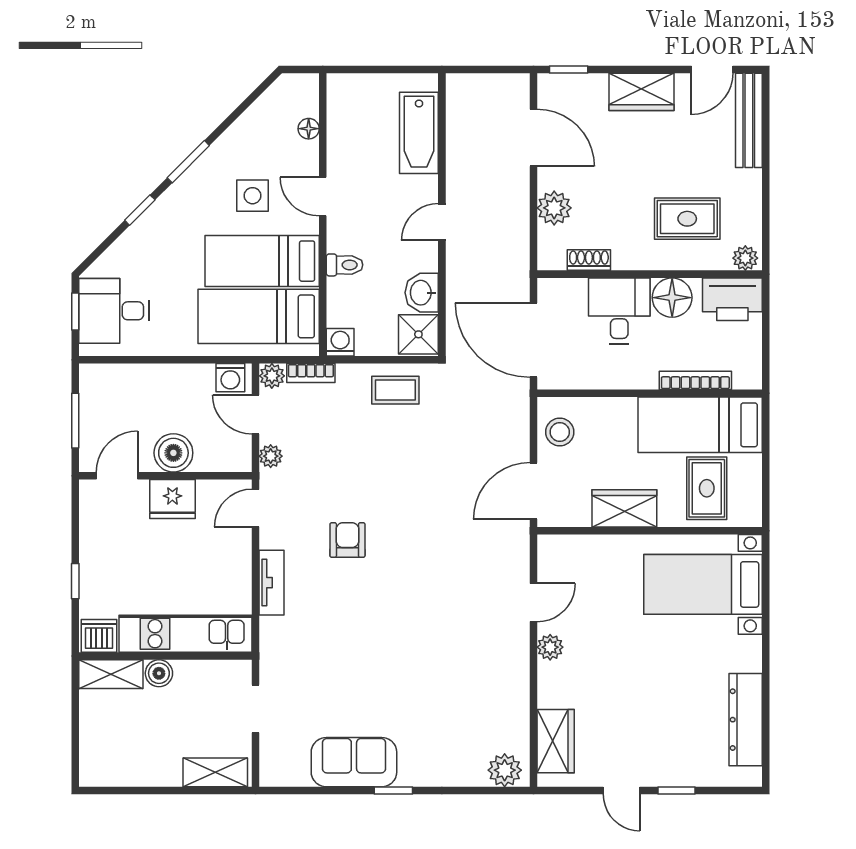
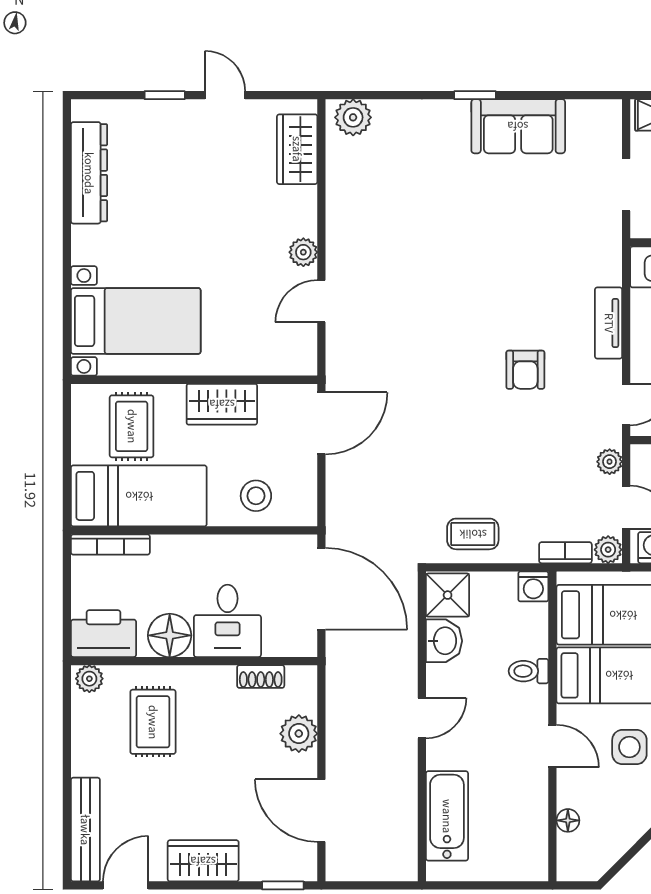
rug: (687, 219) -> (153, 722), turned 90
bookcase: (695, 380) -> (110, 545), moved
stool: (560, 432) -> (256, 496), moved

